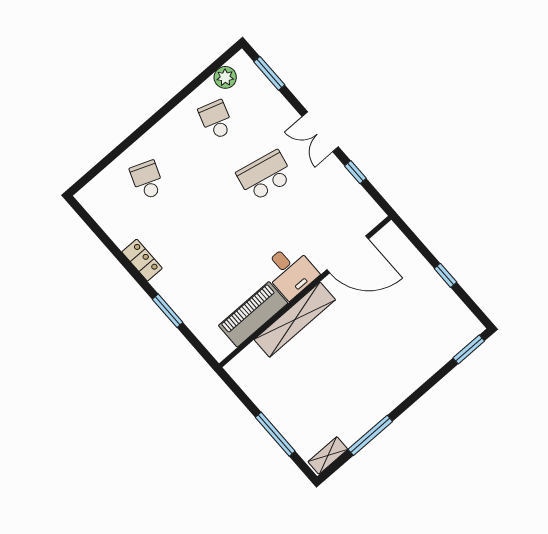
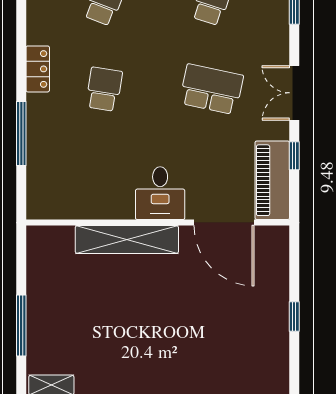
school desk: (196, 236) -> (104, 89), added
window: (168, 311) -> (21, 133), width x1.44
piano: (253, 314) -> (272, 180), moved, turned -90

